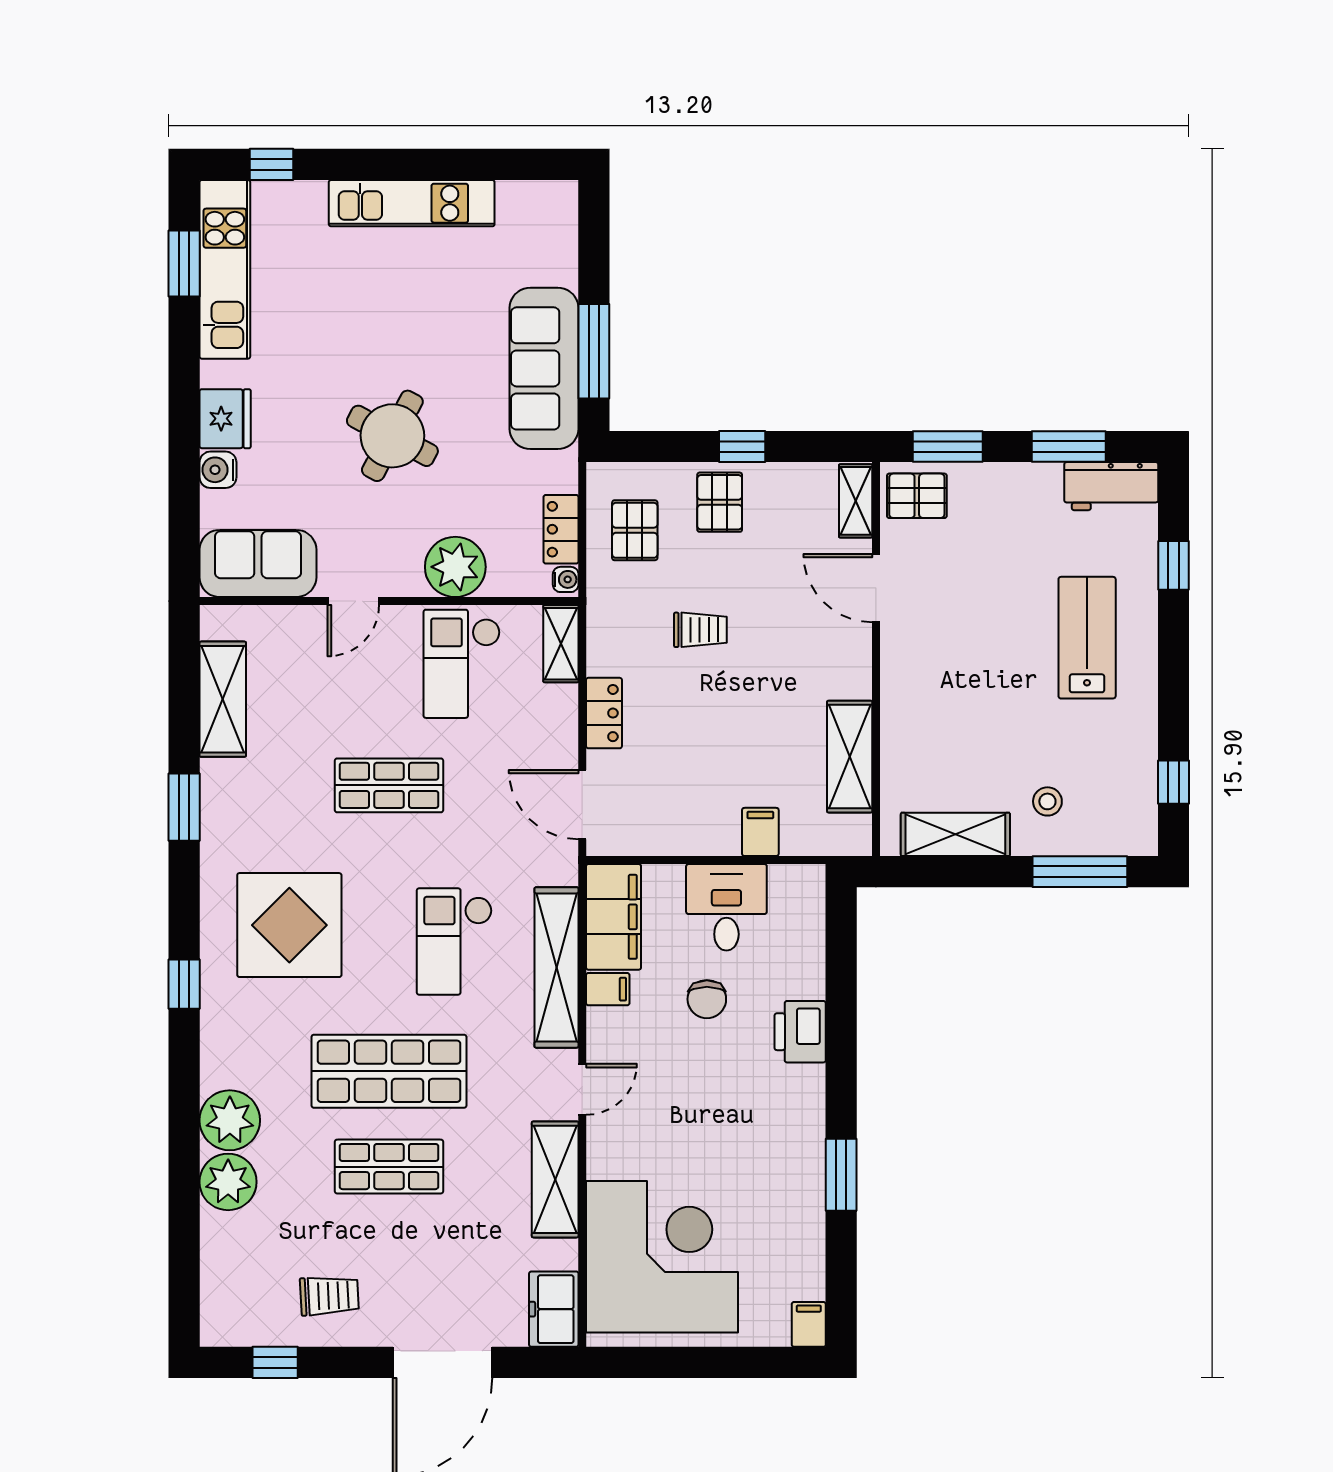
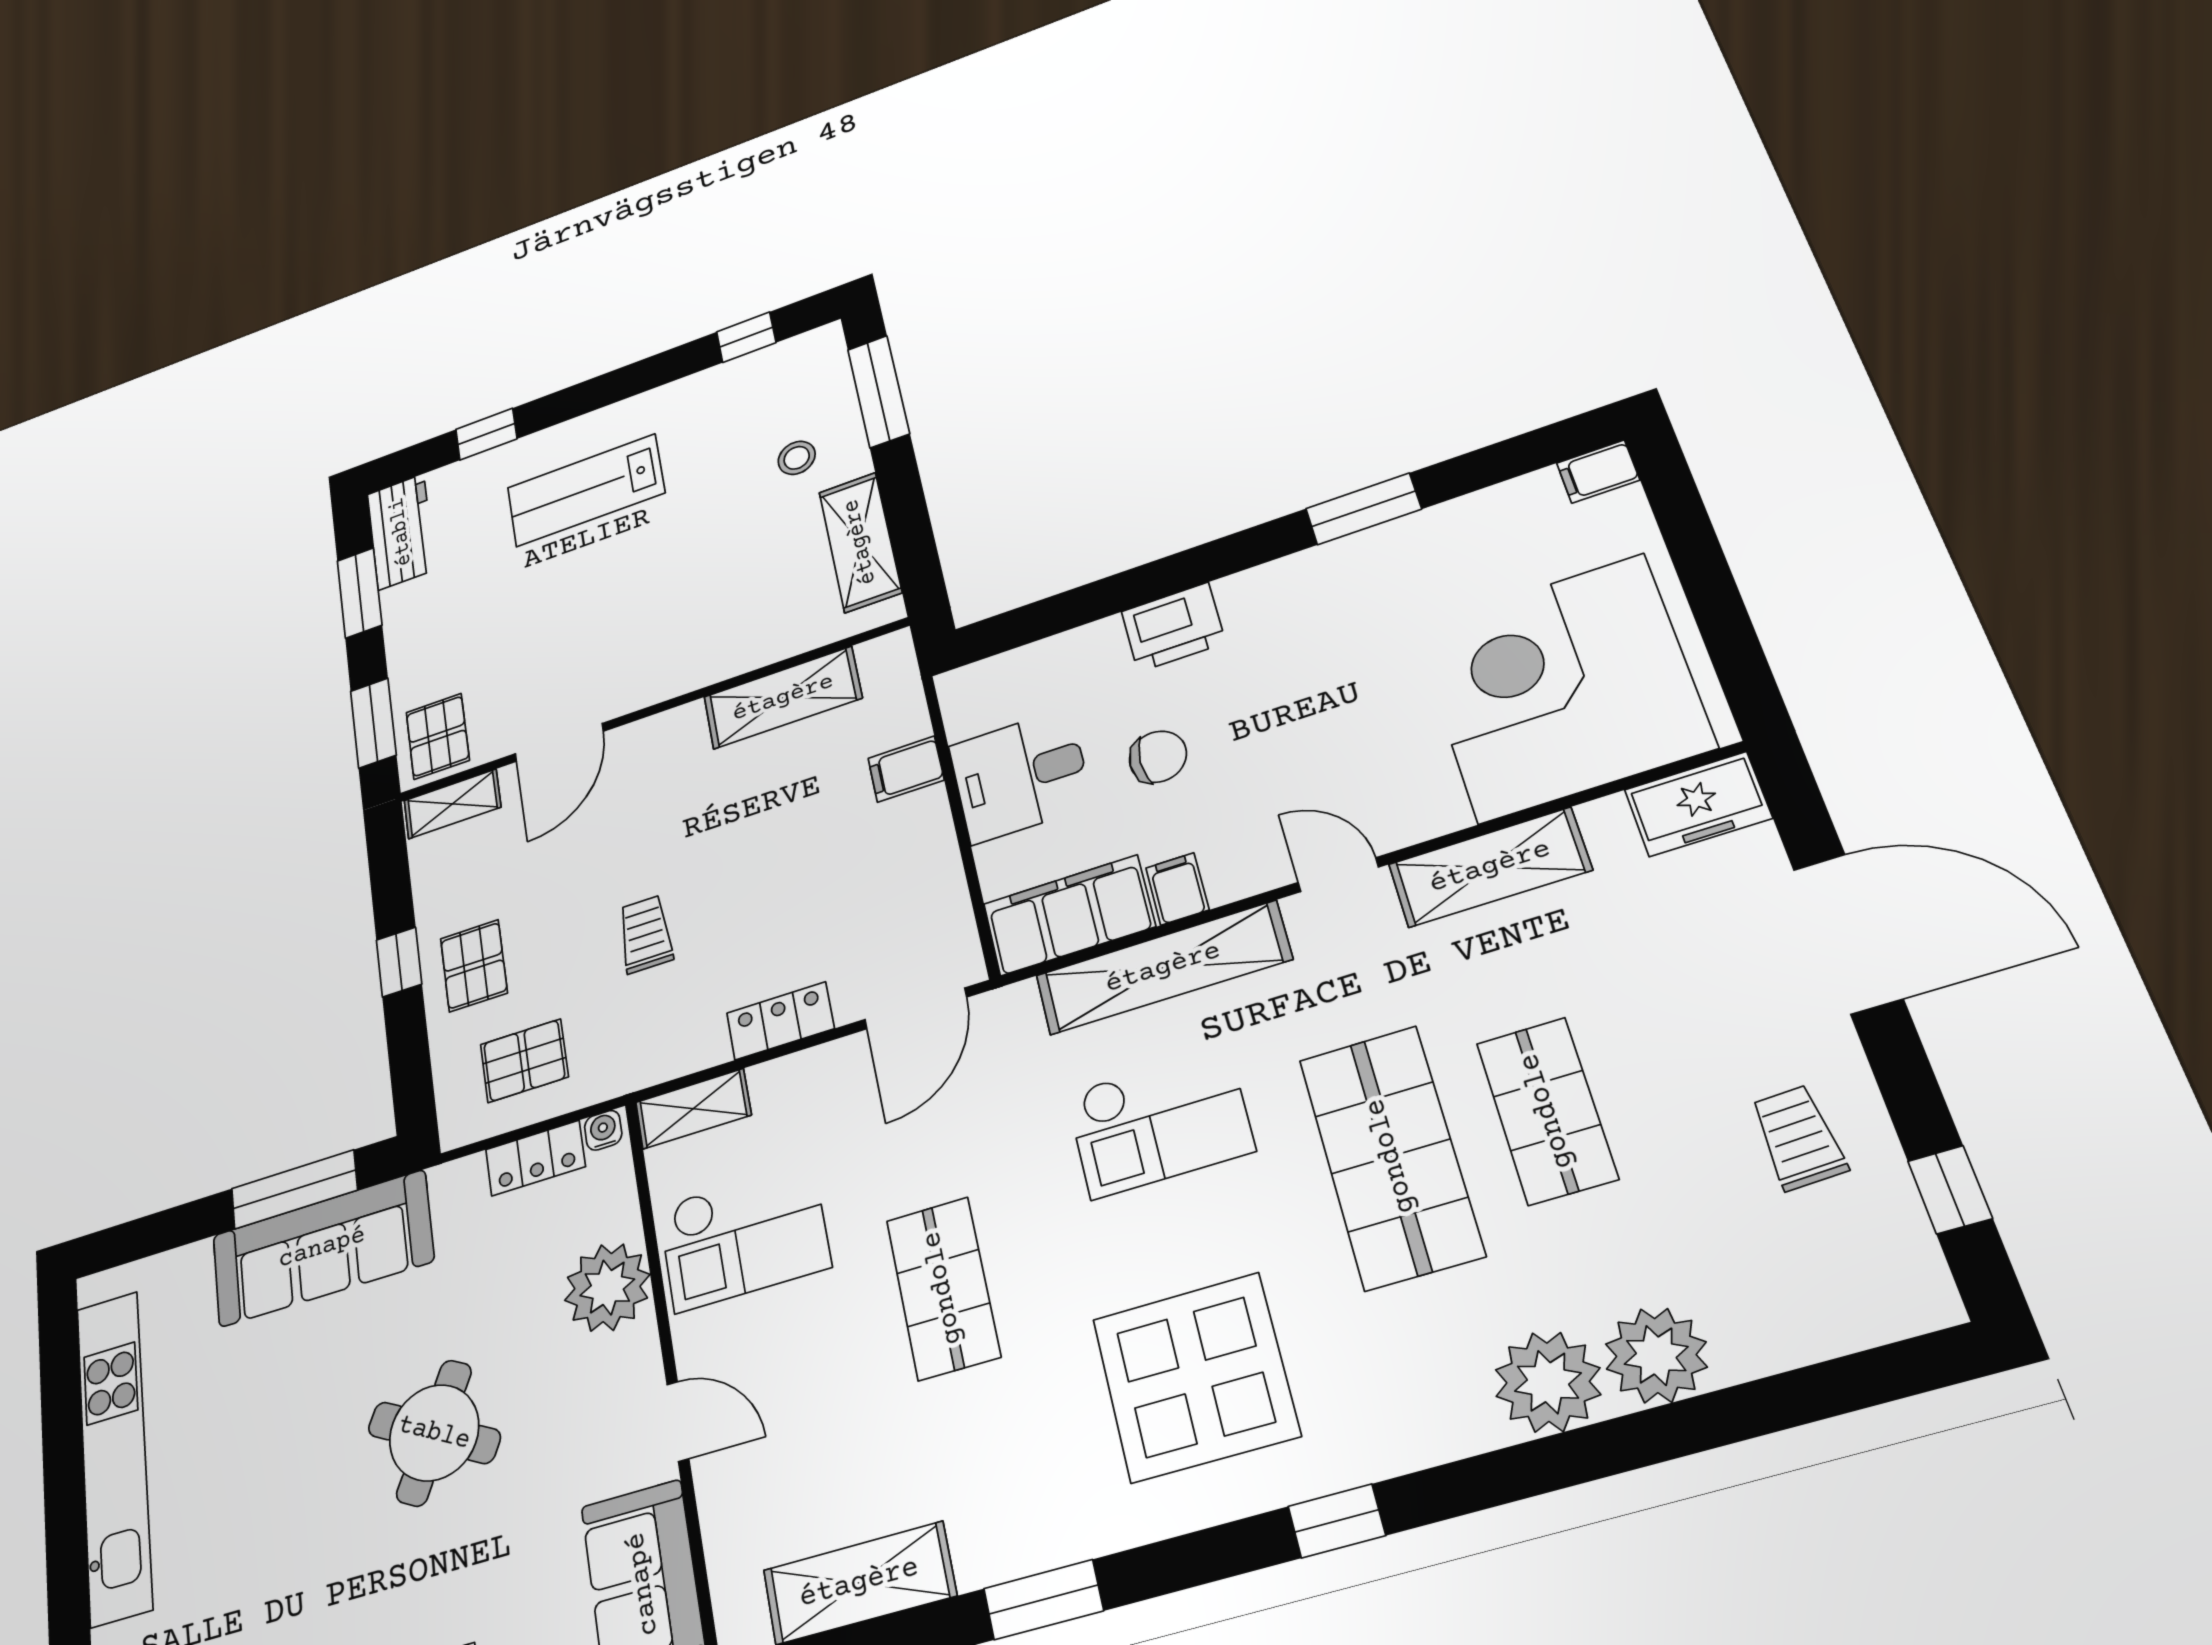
kitchen unit: (412, 203) -> (114, 1456), width x1.36
pallet: (720, 502) -> (474, 966), turned 90

